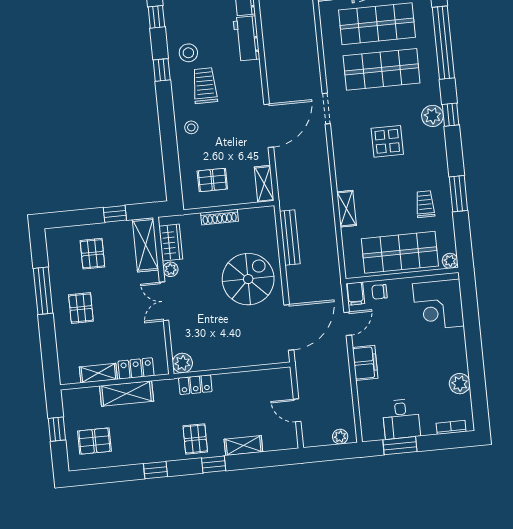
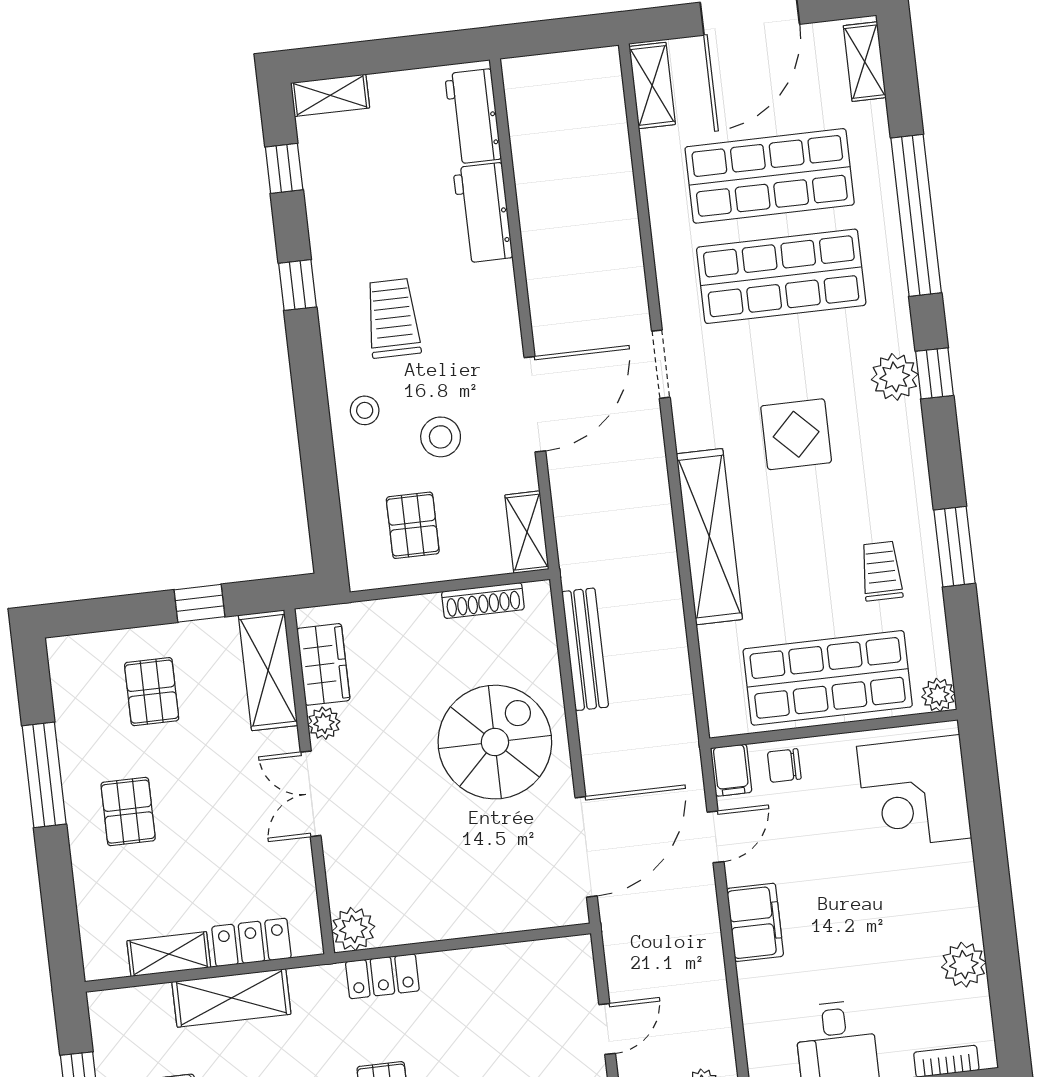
stool: (188, 53) -> (441, 437), moved
pallet: (212, 180) -> (413, 525), turned 90
shelving: (347, 209) -> (709, 537), width x2.20, depth x1.33
shoe rack: (219, 217) -> (483, 601), moved
door: (297, 410) -> (607, 1029), swing flipped

